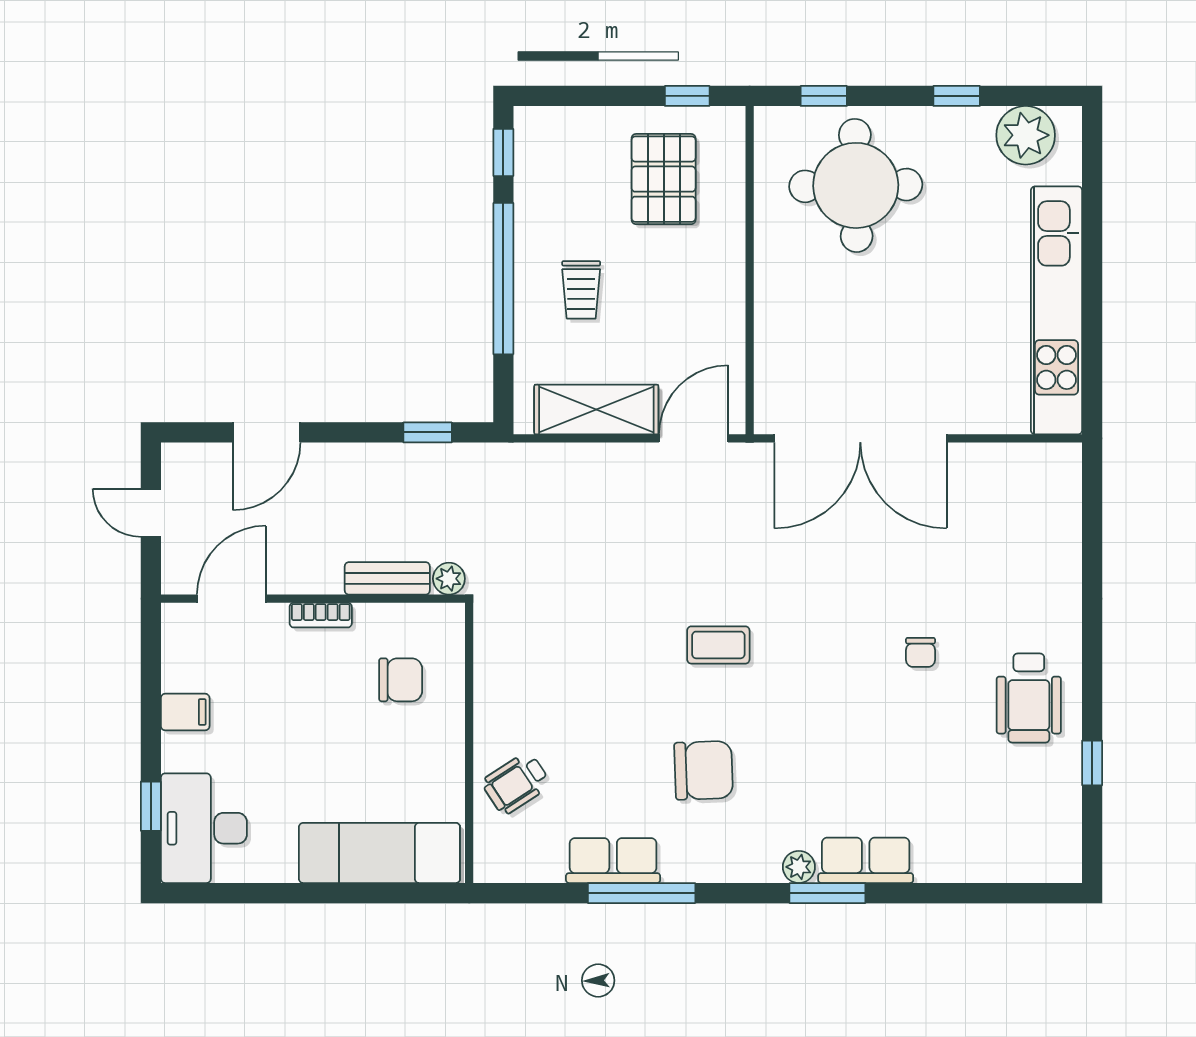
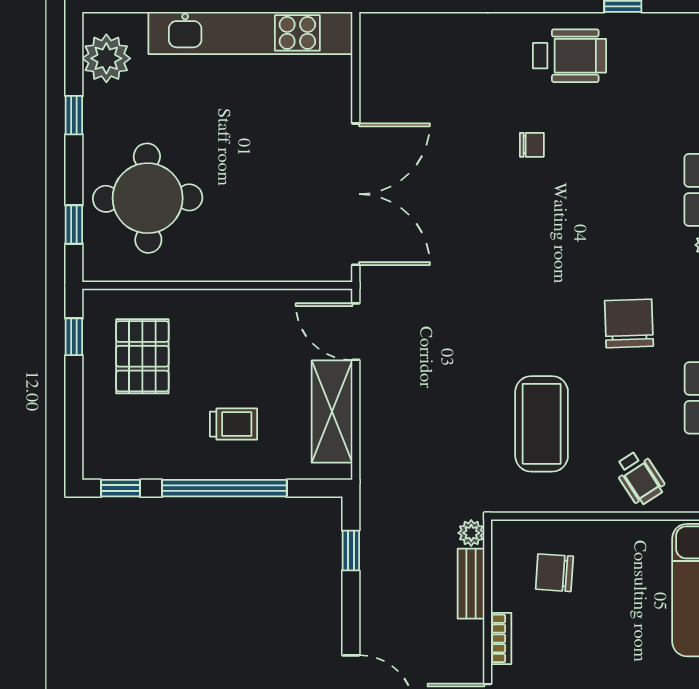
pallet: (664, 179) -> (142, 356), turned 90
coffee table: (718, 645) -> (542, 424), moved, width x1.86, depth x1.72
chair: (401, 680) -> (554, 573), turned -86

